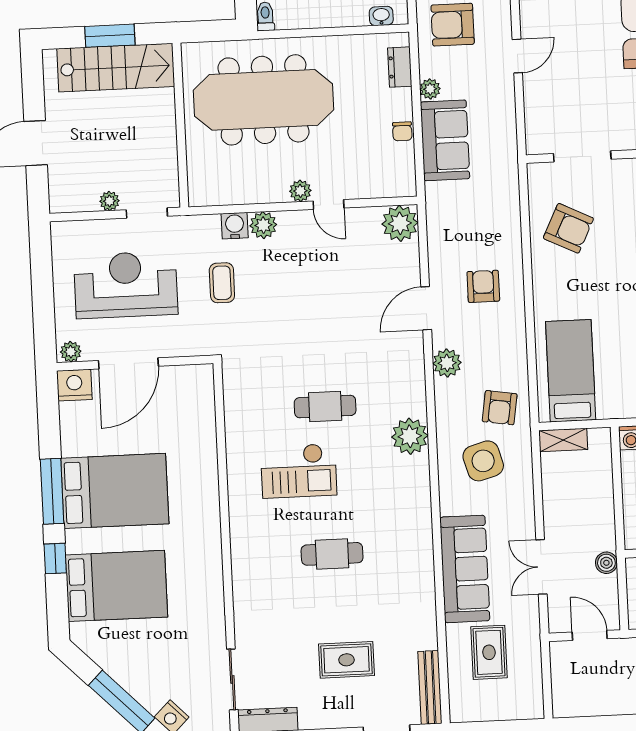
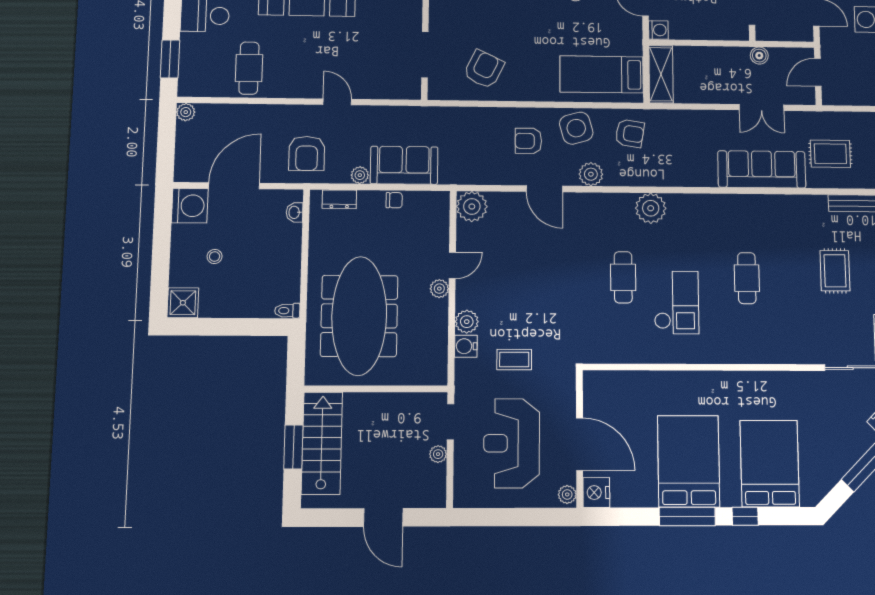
shelving: (563, 440) -> (661, 74), width x1.50, depth x1.33
side table: (483, 461) -> (576, 128), moved

